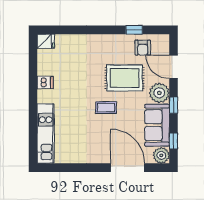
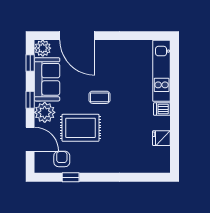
fridge: (46, 41) -> (161, 138), moved
dishwasher: (45, 82) -> (162, 109), moved

